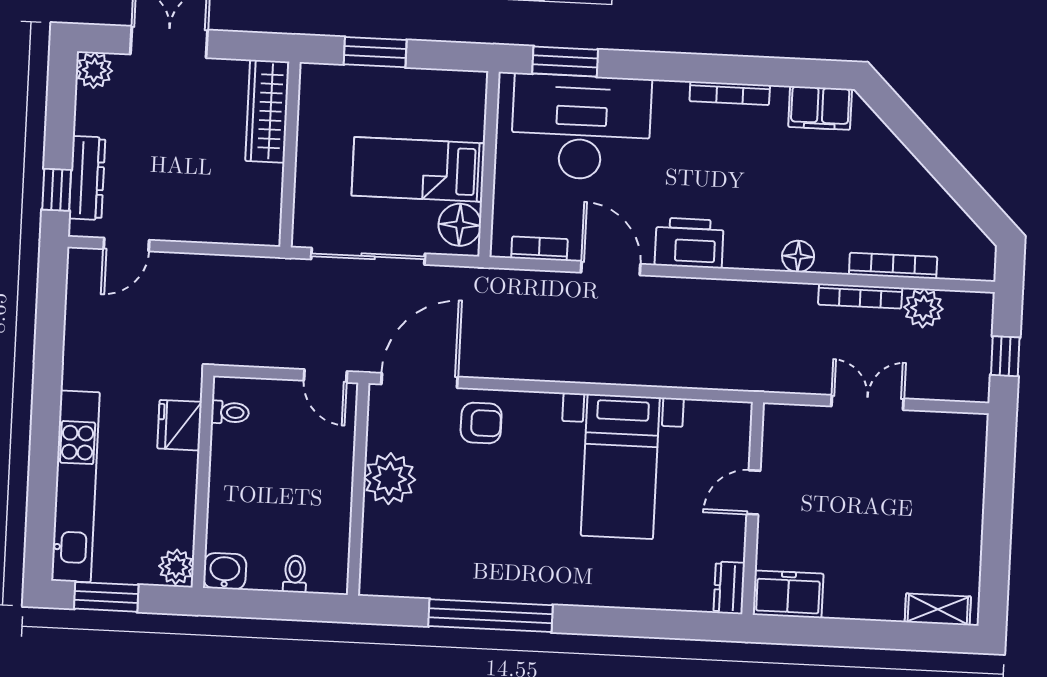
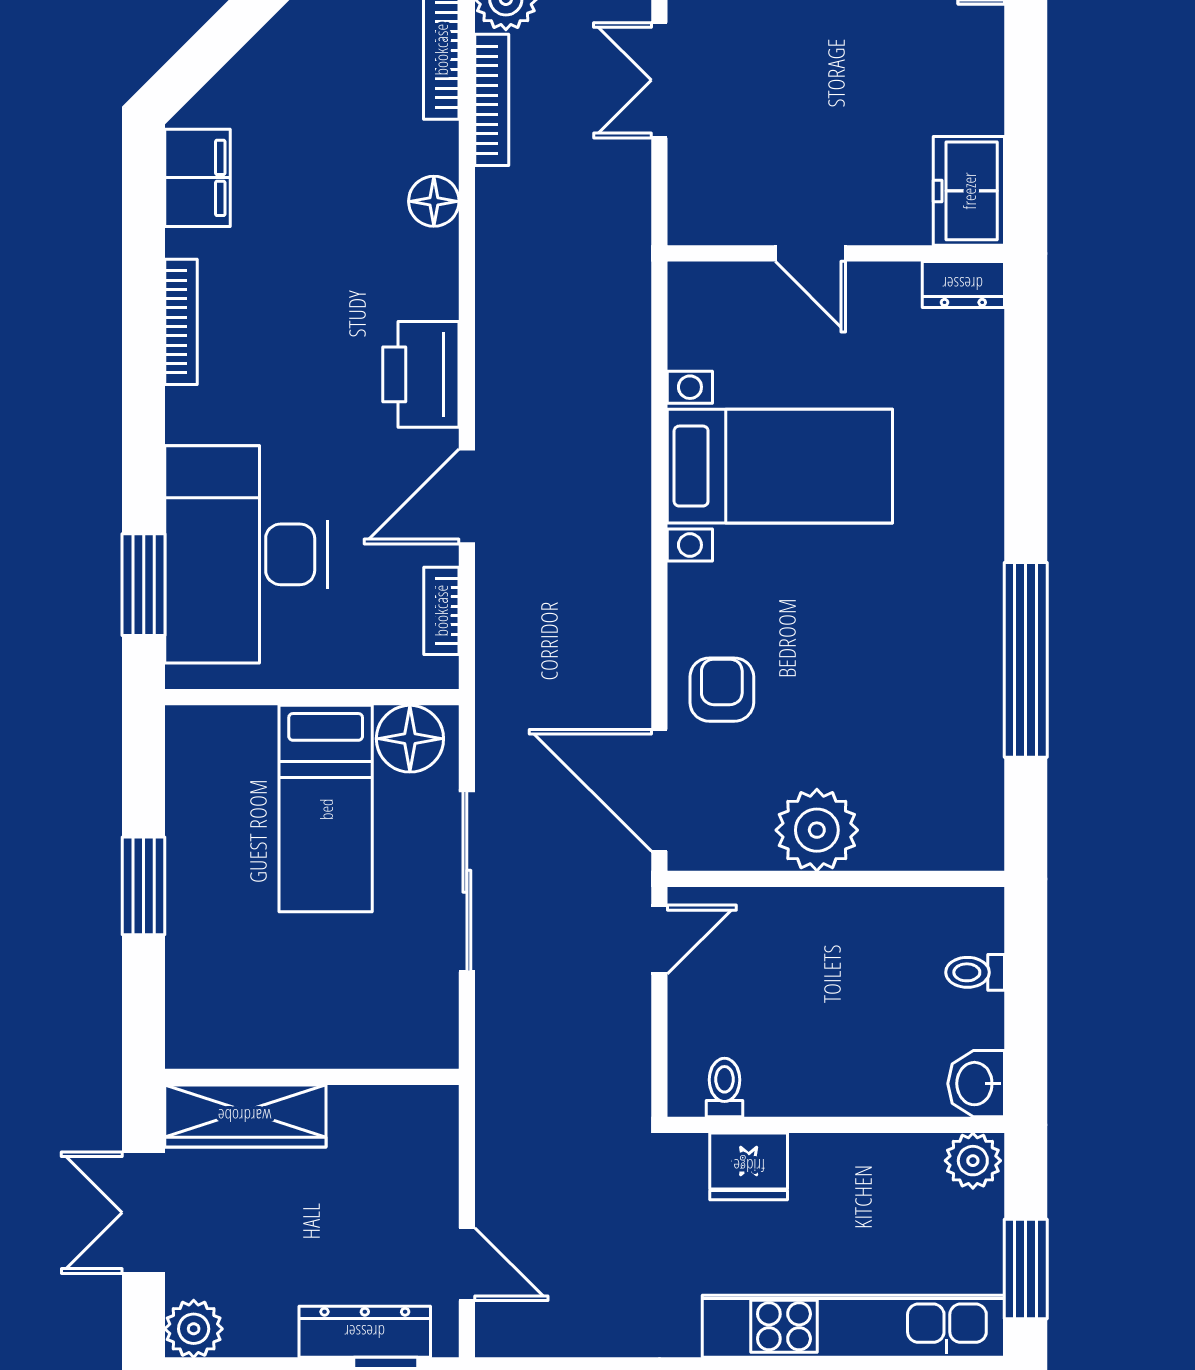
wardrobe: (267, 111) -> (245, 1116), moved
wall: (290, 154) -> (312, 1077), moved

